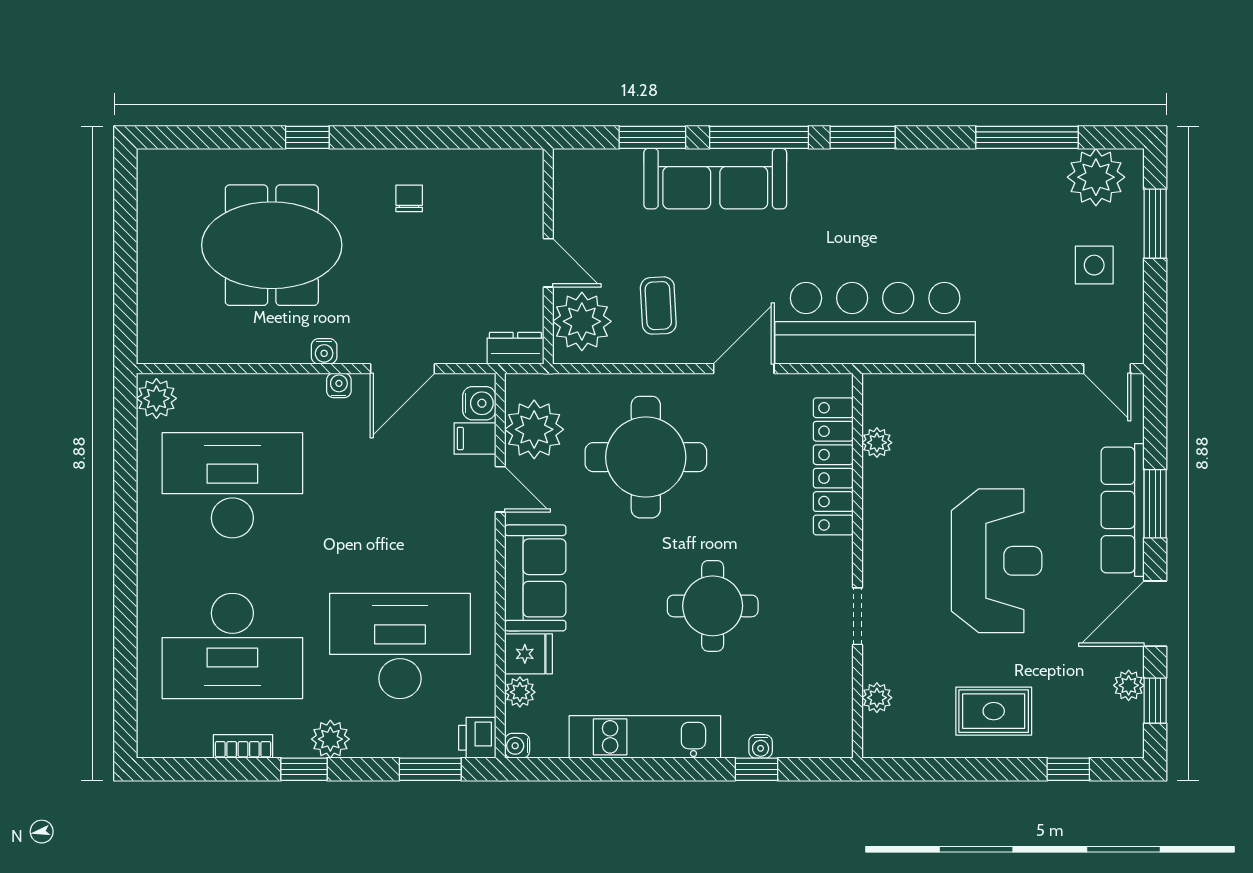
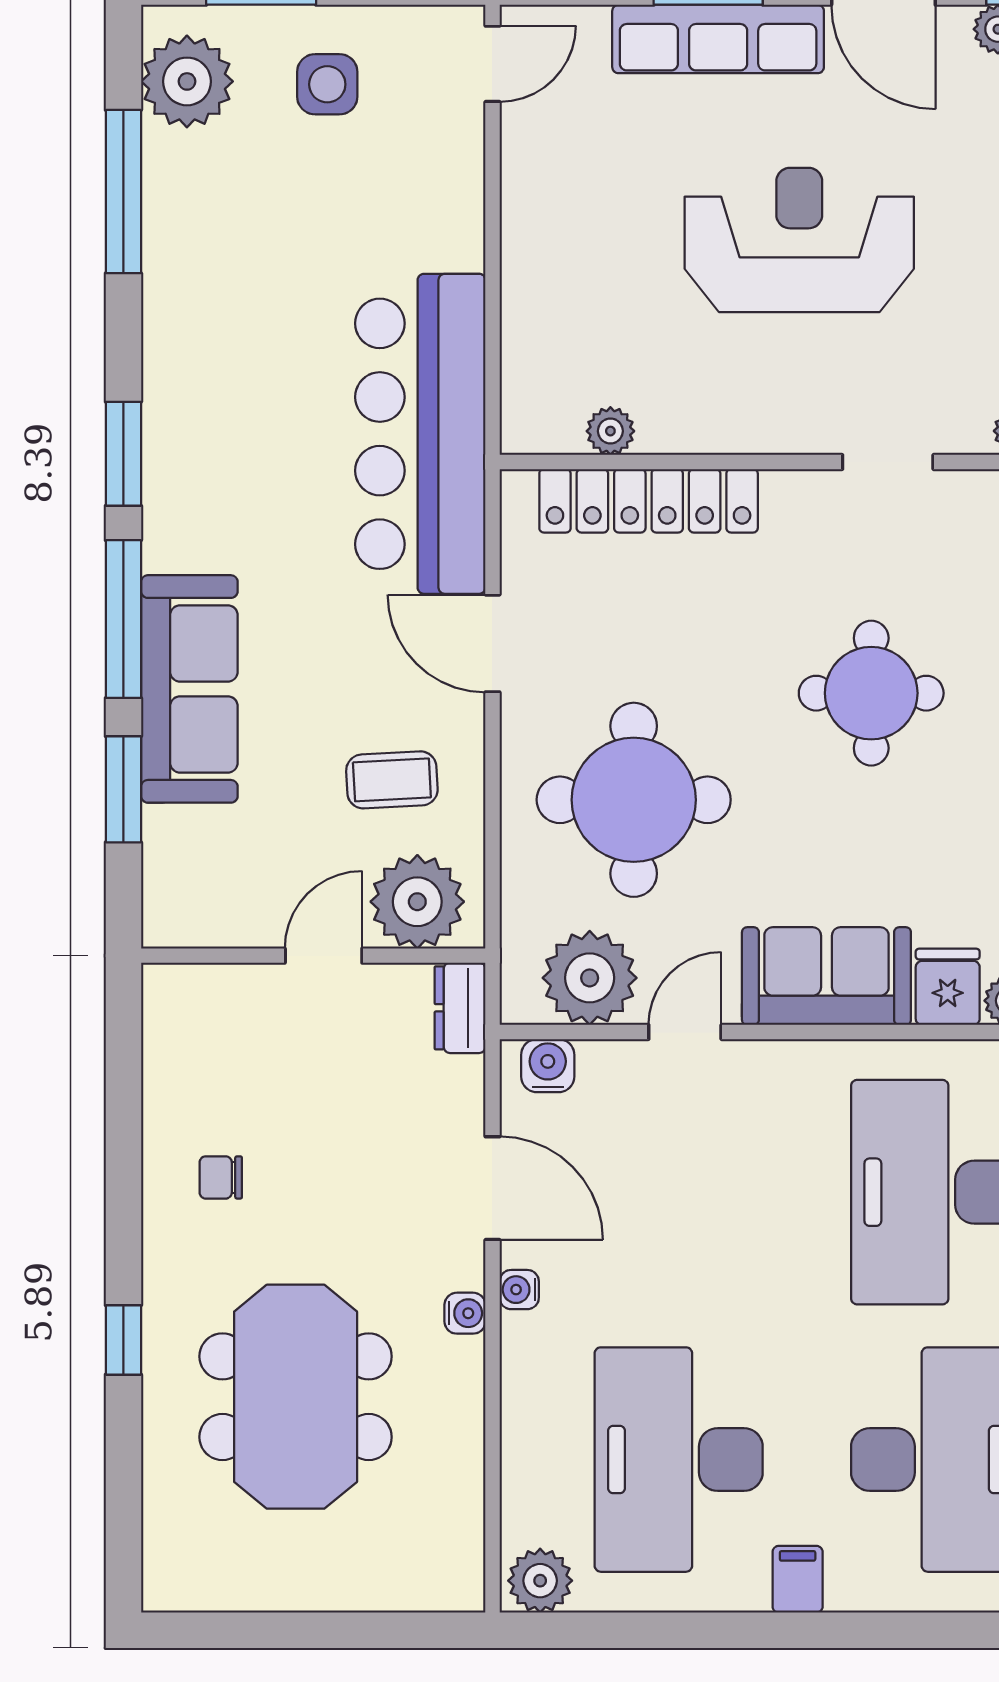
filing cabinet: (475, 439) -> (798, 1579), moved, turned 180

